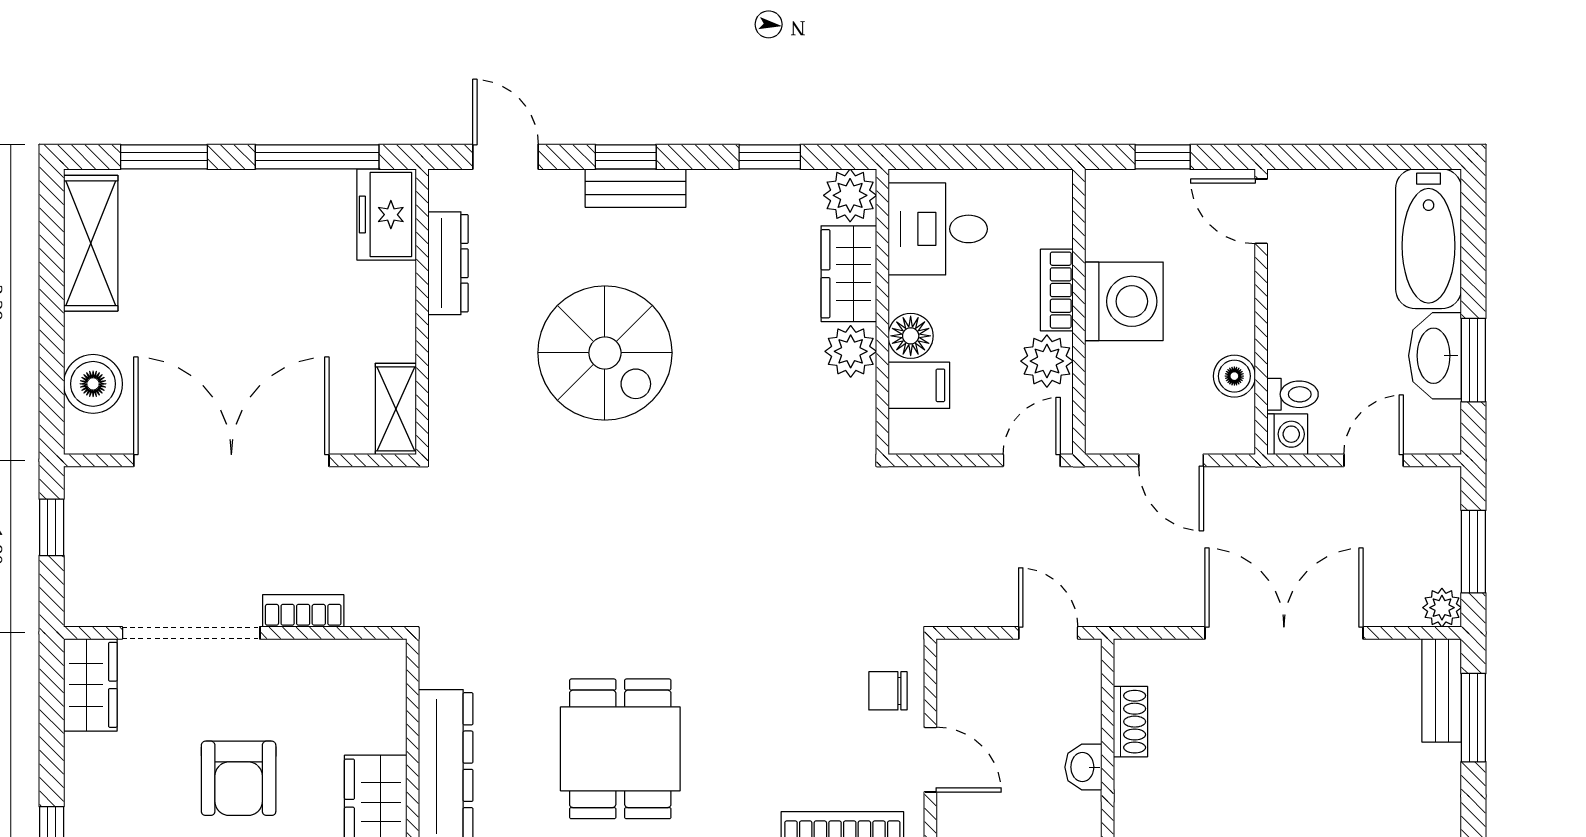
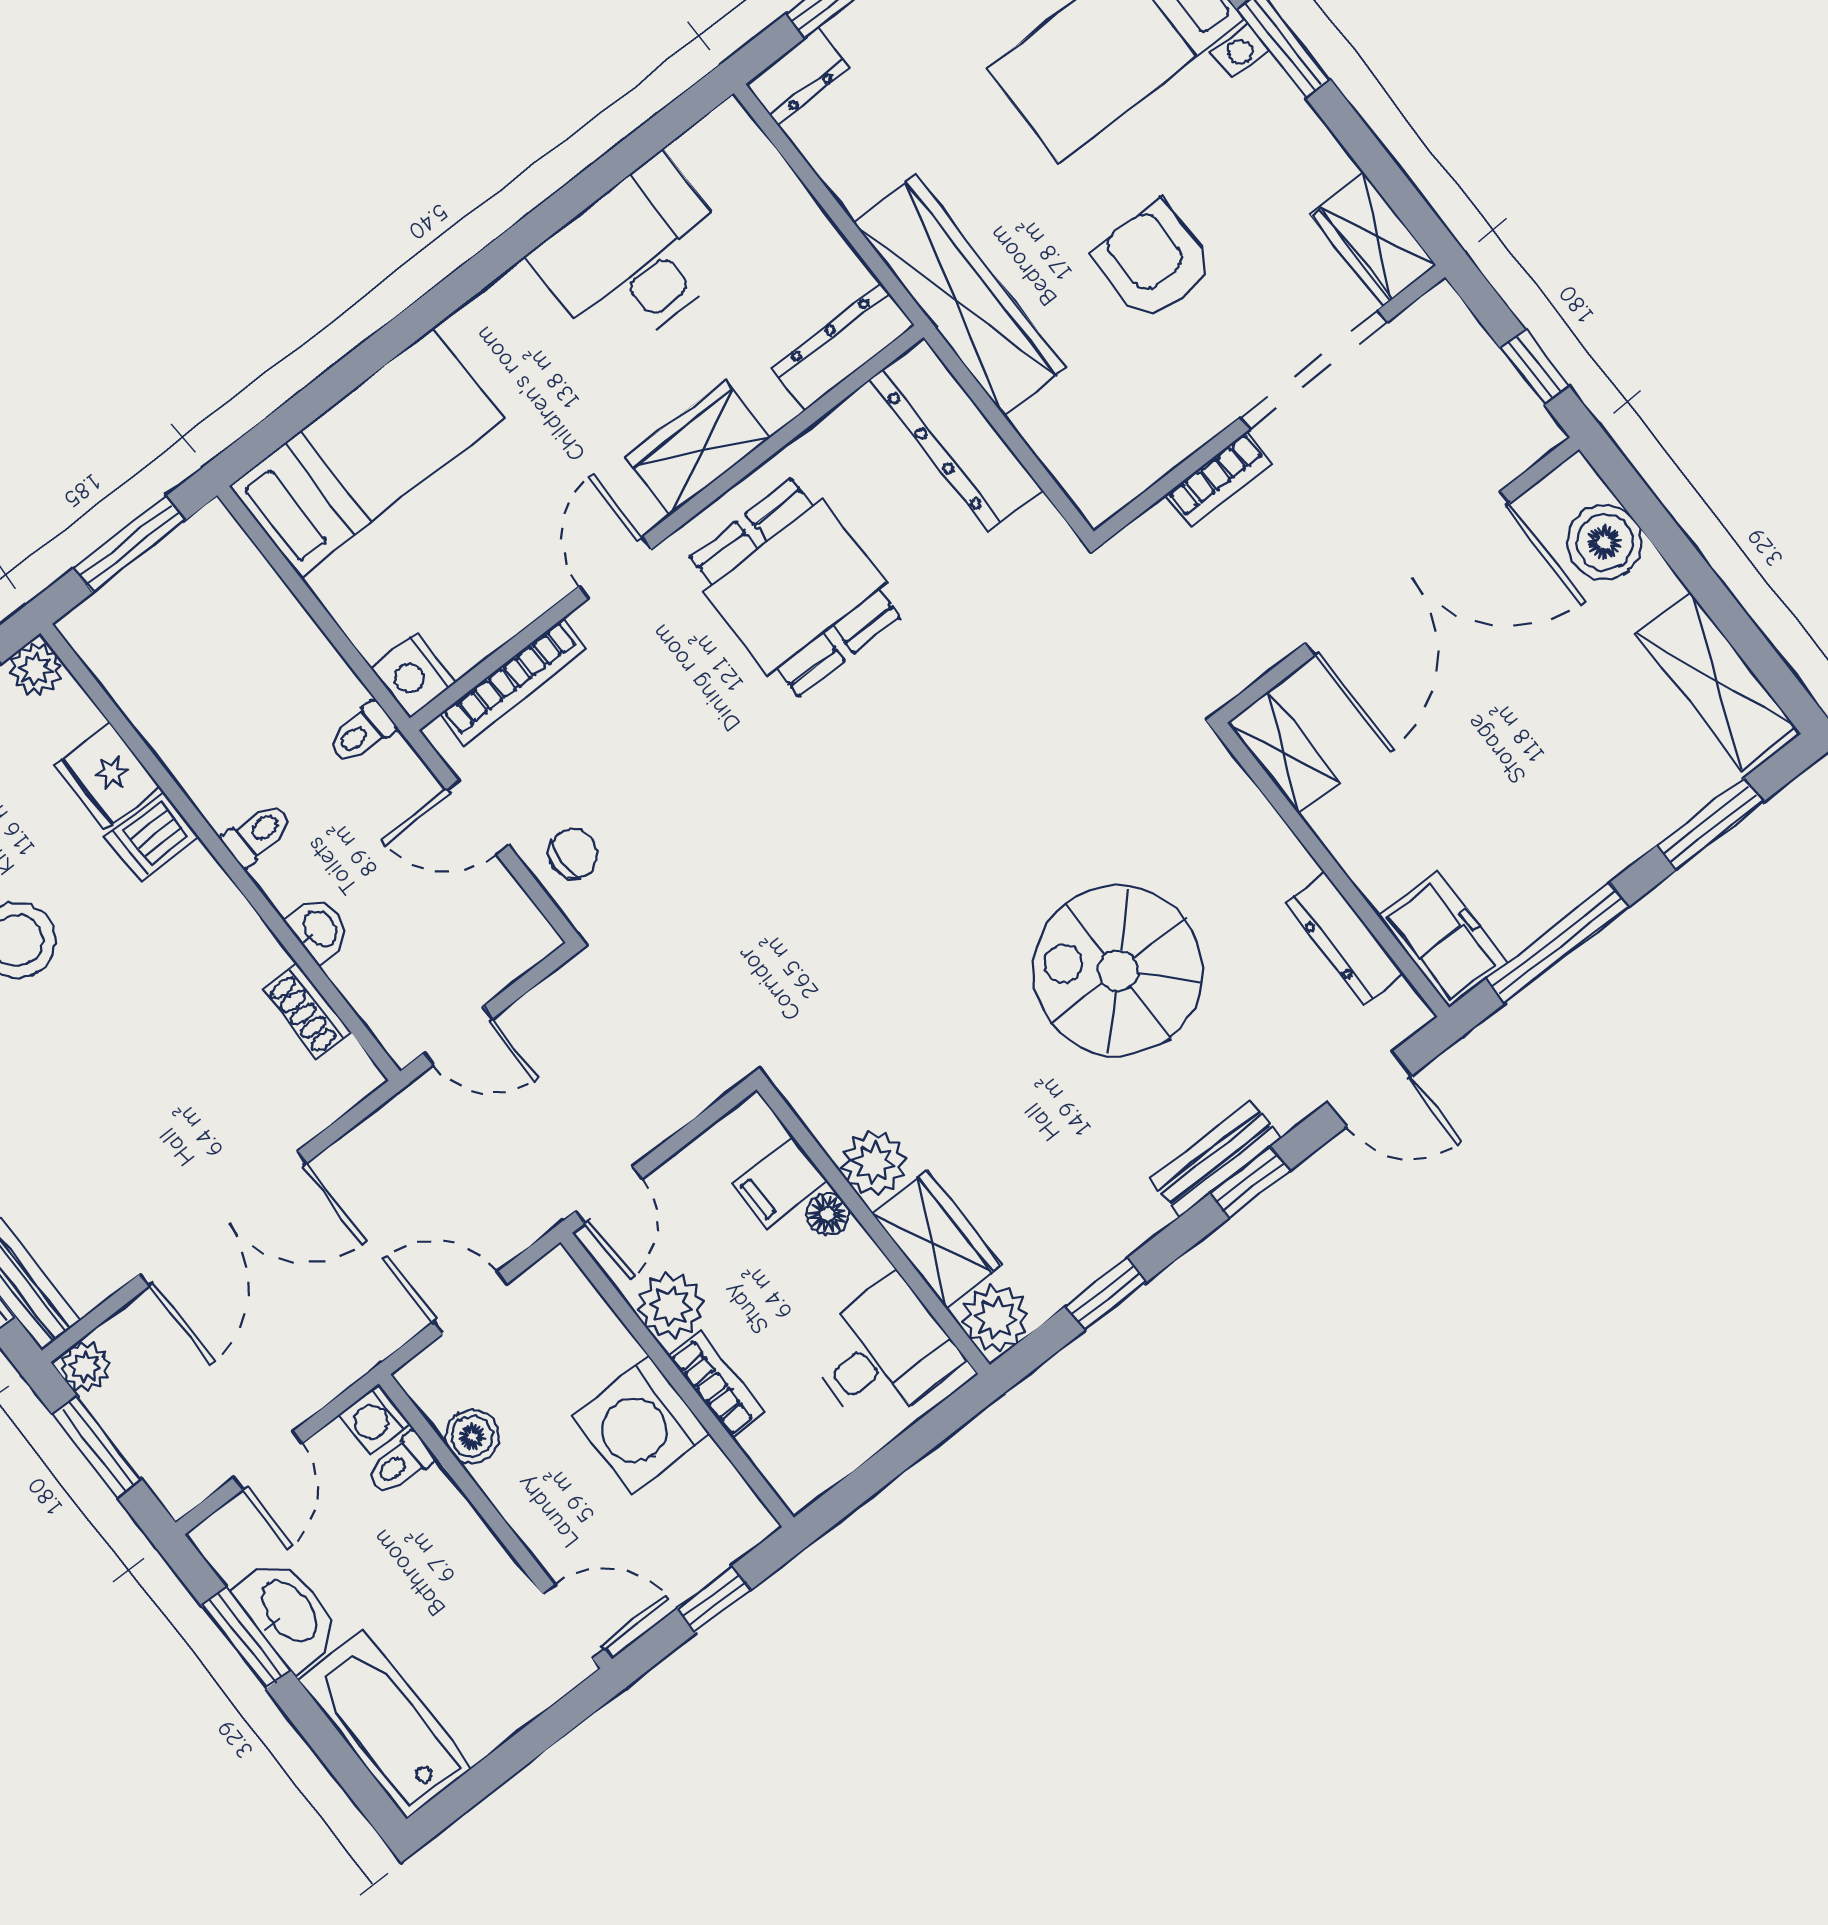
floor lamp: (911, 336) -> (828, 1214), width x0.73, depth x0.73

